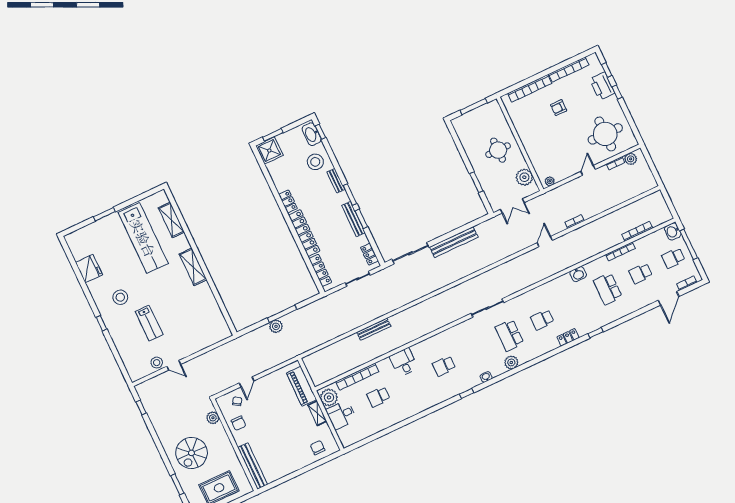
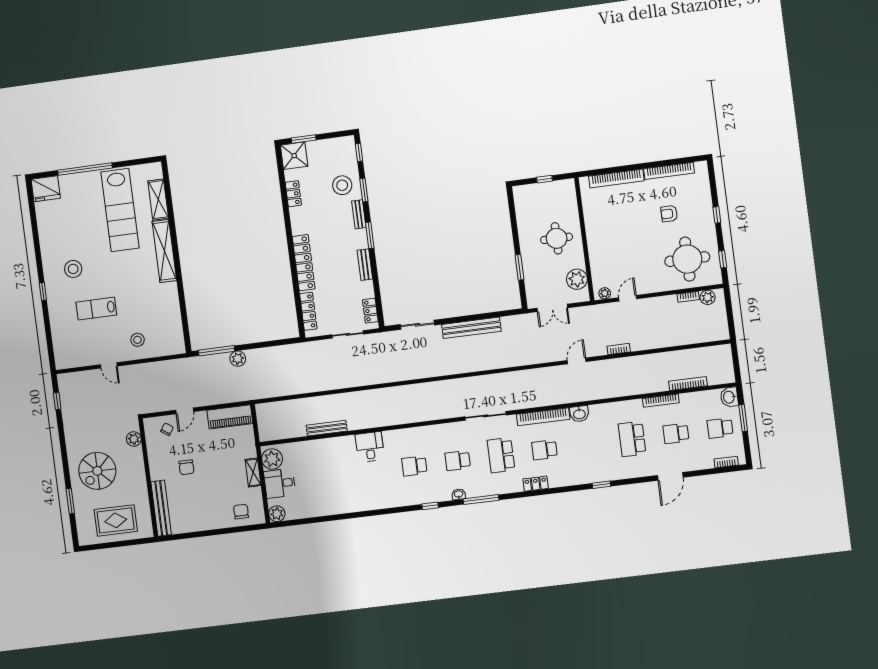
window: (607, 70) -> (723, 259), moved
printer: (602, 86) -> (702, 202), removed
window: (474, 107) -> (545, 179), width x0.46
armchair: (559, 108) -> (669, 214), moved
washbasin: (312, 134) -> (348, 152), removed
door: (588, 170) -> (628, 298), moved
locker: (288, 201) -> (293, 194), moved
window: (104, 214) -> (85, 169), width x2.11
bench: (353, 219) -> (365, 265), width x0.73
window: (361, 219) -> (364, 190), moved
window: (689, 244) -> (743, 418), width x0.69
sliding door: (410, 253) -> (417, 325), width x0.73
shelving: (193, 267) -> (164, 251), width x1.47
fridge: (89, 269) -> (46, 189), moved, turned 90
washbasin: (578, 274) -> (579, 414), moved
door: (669, 298) -> (670, 476), moved
window: (282, 314) -> (216, 351), moved
lab bench: (149, 323) -> (96, 309), turned 90
bench: (374, 329) -> (327, 428), moved
locker: (568, 337) -> (536, 484), moved
plant: (511, 362) -> (277, 514), moved
stool: (157, 363) -> (138, 340), moved
window: (505, 375) -> (481, 500), added
bookcase: (357, 377) -> (543, 417), moved
piano: (301, 386) -> (230, 417), moved, turned -90
school desk: (378, 397) -> (458, 461), moved
chair: (239, 423) -> (186, 467), moved

